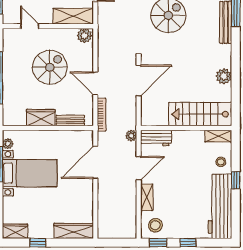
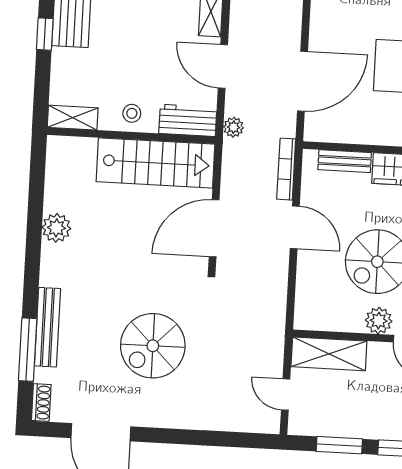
plant: (84, 36) -> (379, 321), moved
stairs: (200, 114) -> (155, 163), moved
stool: (221, 162) -> (132, 113), moved
door: (139, 168) -> (223, 66), hinge flipped

